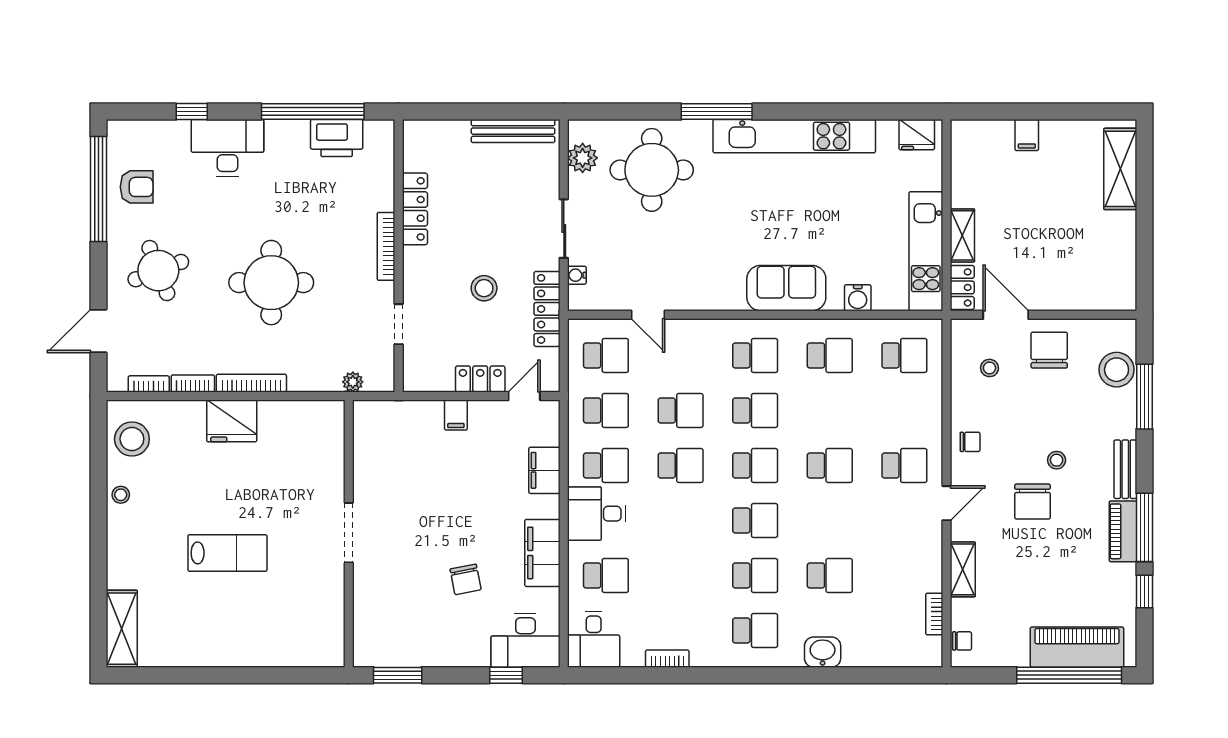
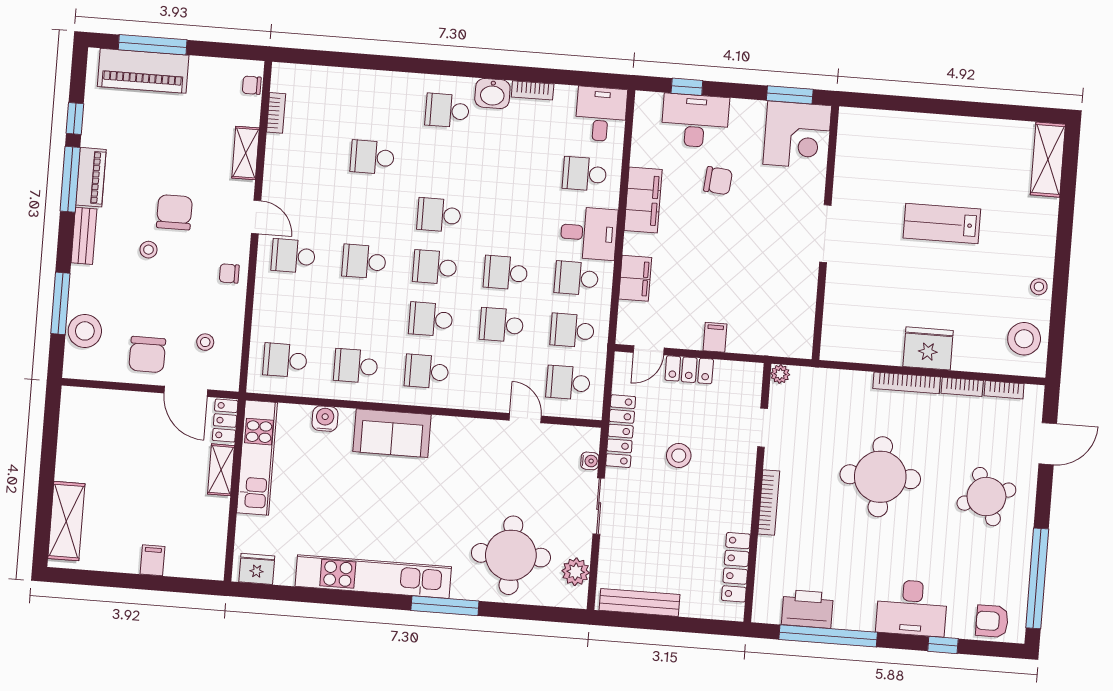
armchair: (137, 187) -> (992, 621), moved
locker: (415, 209) -> (736, 567), moved
plant: (353, 382) -> (780, 374), moved
door: (947, 503) -> (256, 217), swing flipped
school desk: (755, 575) -> (443, 163), removed
chair: (466, 579) -> (718, 181), turned 106
corner desk: (386, 634) -> (797, 135), added
desk: (525, 640) -> (695, 121), moved
washbasin: (823, 652) -> (492, 94), moved
window: (1069, 675) -> (153, 45), width x0.68

